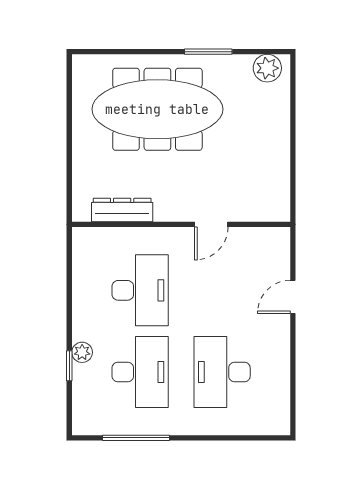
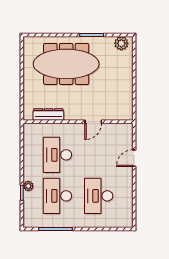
desk: (140, 290) -> (57, 155), turned 180
desk: (140, 372) -> (57, 196), turned 180

